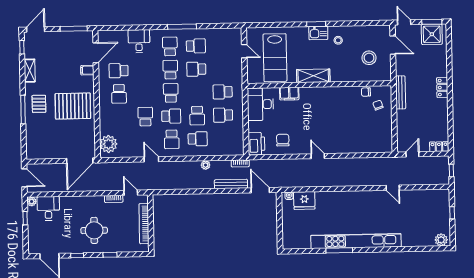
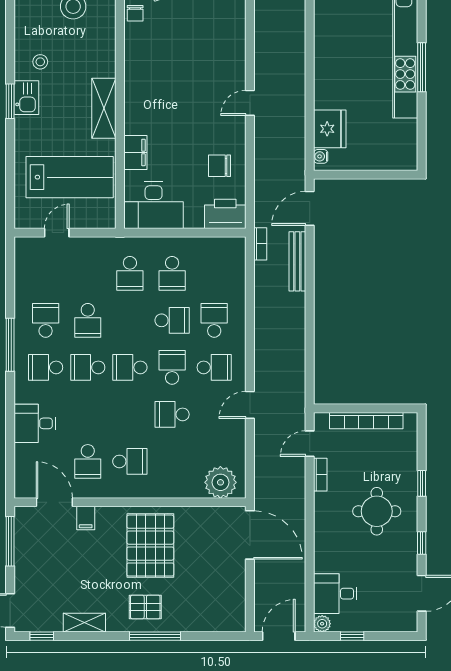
plant: (206, 165) -> (262, 307), removed

